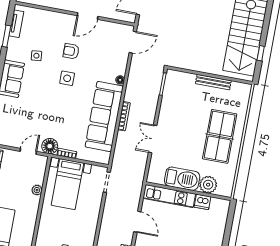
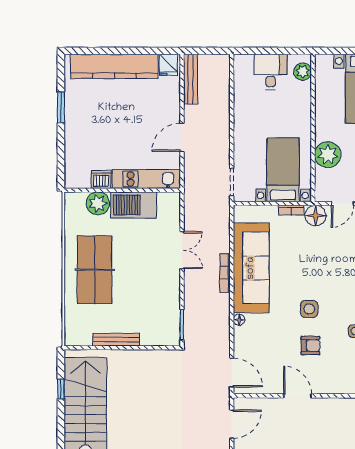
door: (88, 16) -> (298, 396), hinge flipped
door: (133, 42) -> (232, 373), swing flipped
plant: (37, 190) -> (328, 155), width x1.88, depth x1.88
door: (137, 222) -> (182, 137), hinge flipped

